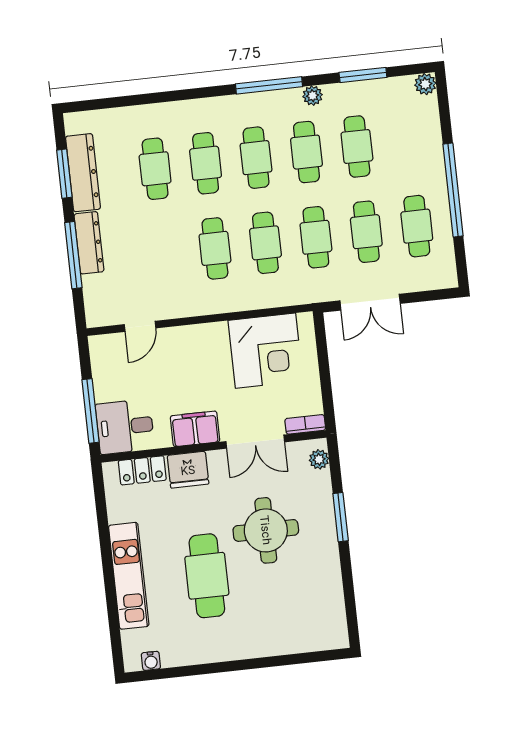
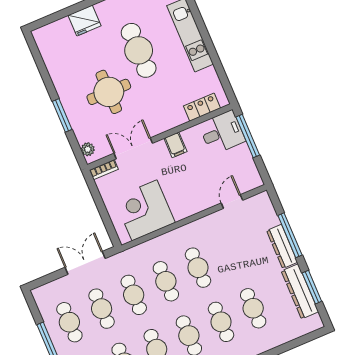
filing cabinet: (195, 429) -> (175, 145), width x0.50
fridge: (188, 470) -> (85, 21), moved, turned 180

